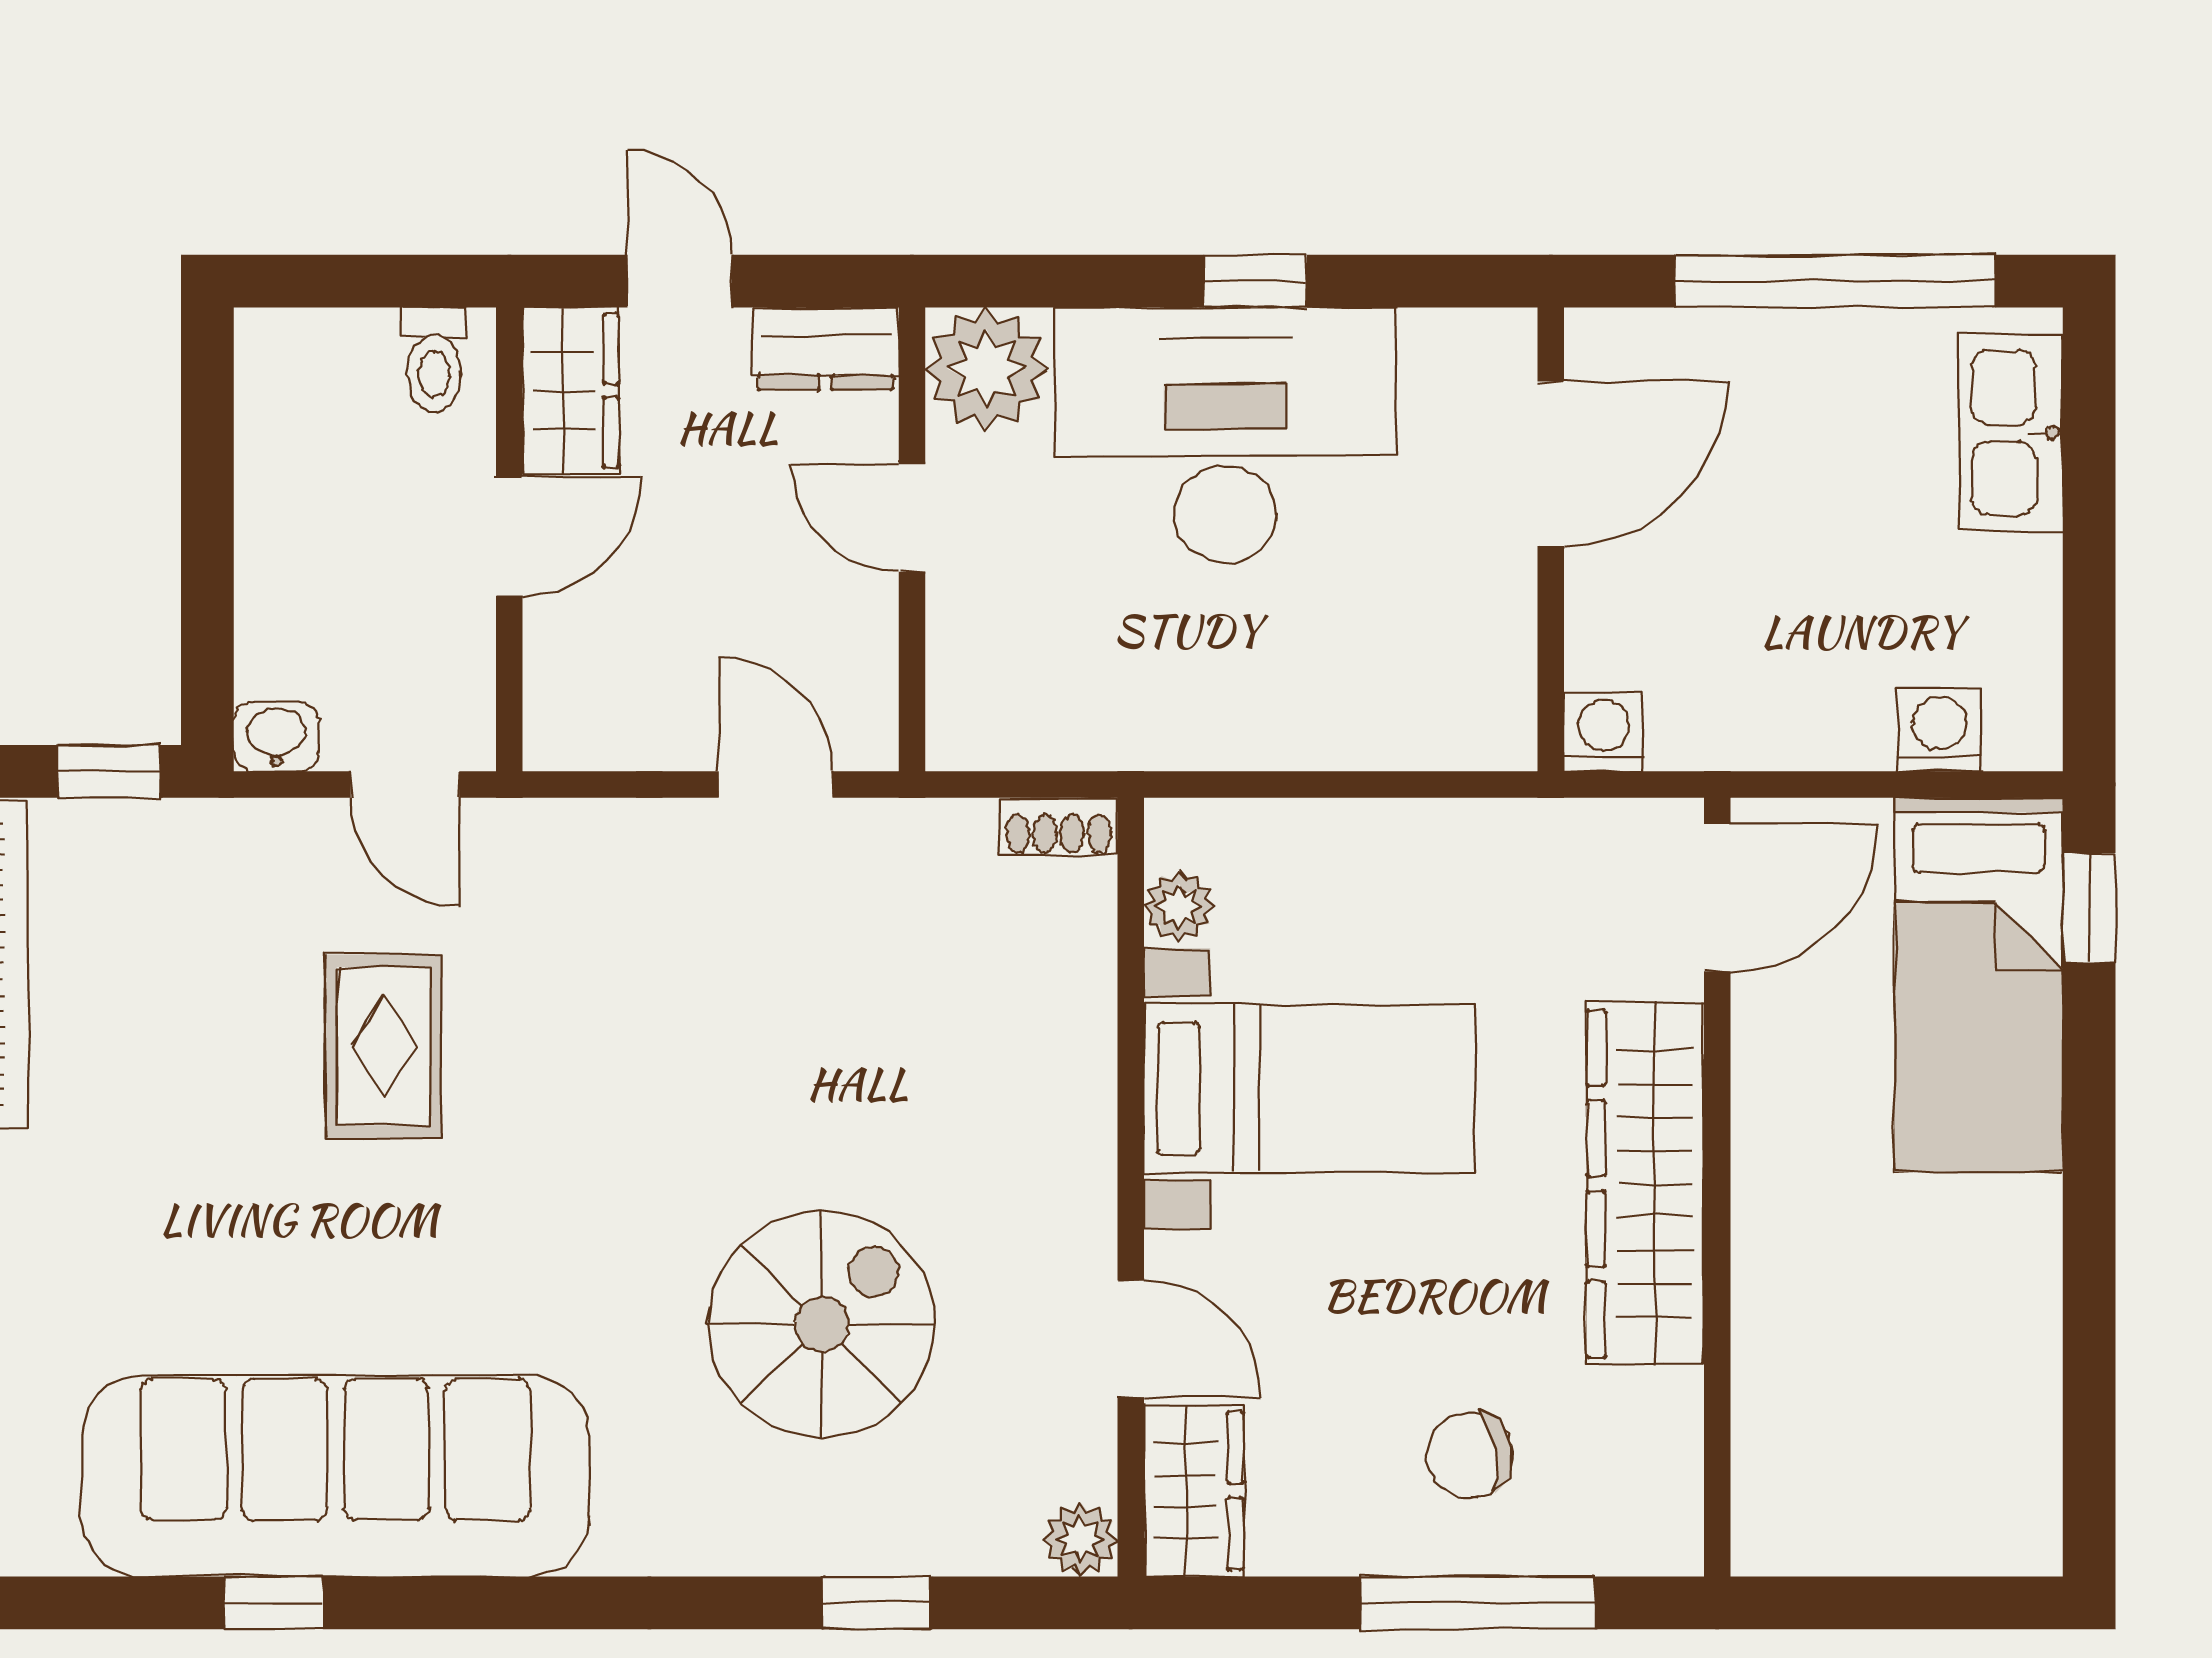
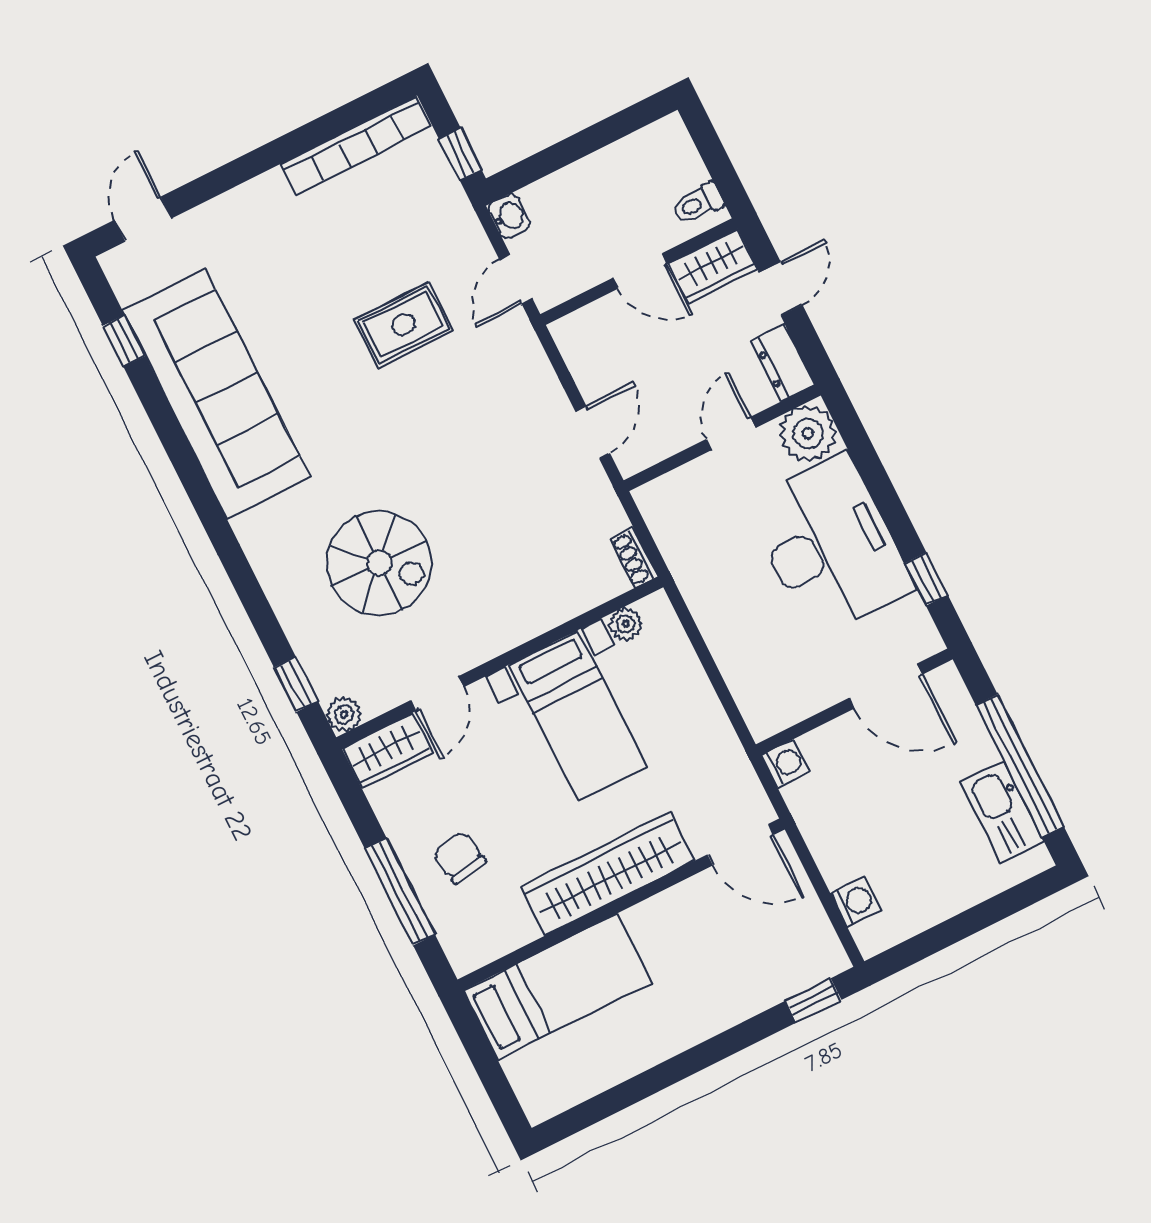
window: (1255, 281) -> (926, 579), moved
kitchen sink: (2011, 433) -> (1002, 812), moved, turned -90
bed: (1979, 984) -> (558, 987), moved, turned 180
window: (274, 1603) -> (124, 341), moved
window: (876, 1603) -> (296, 684), moved

